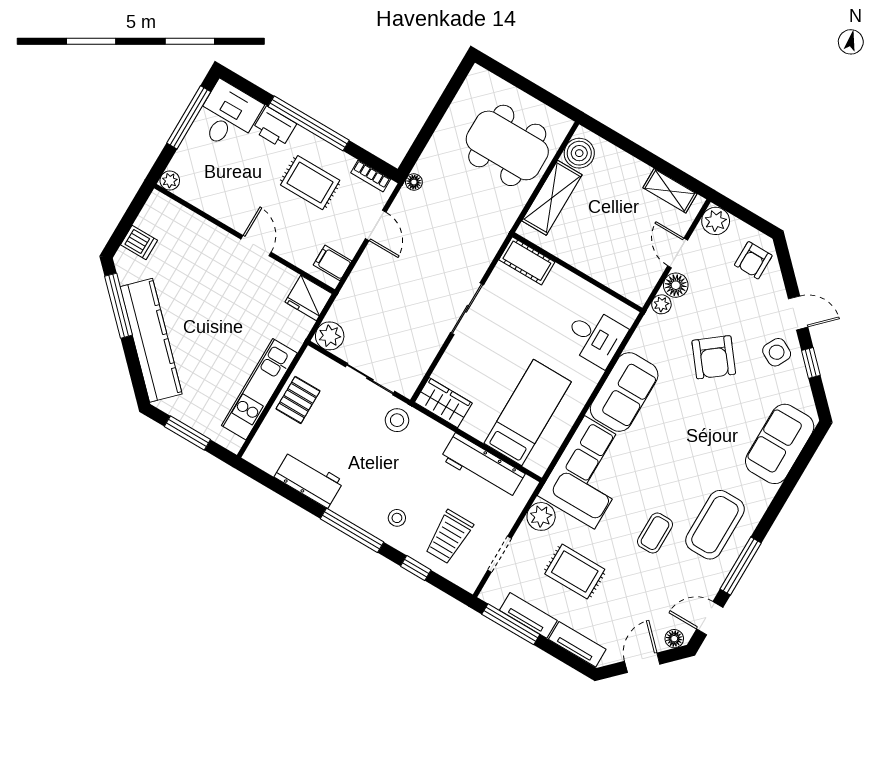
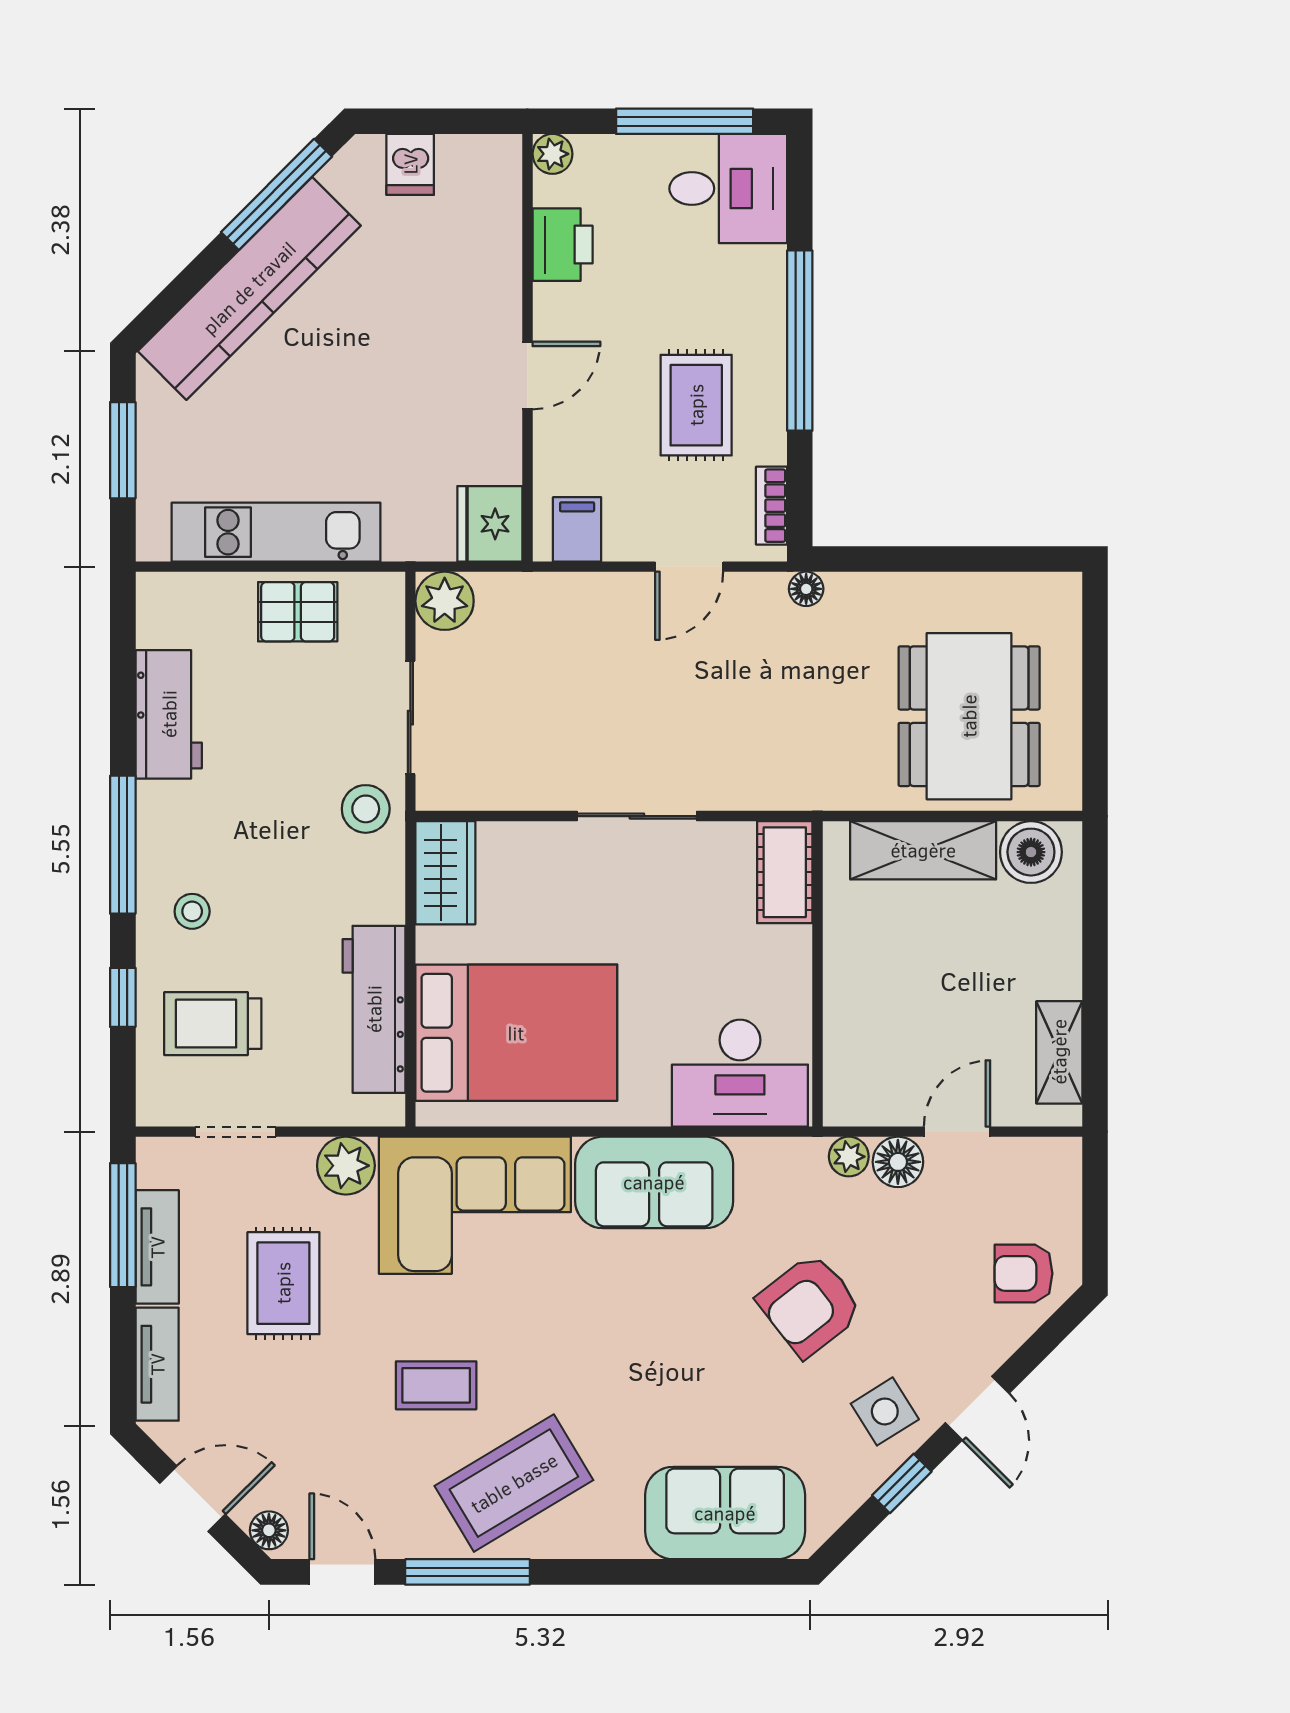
printer: (274, 127) -> (563, 245), moved, turned 180
plant: (716, 221) -> (1054, 1165), removed
desk: (595, 337) -> (740, 1073), width x1.37
side table: (777, 352) -> (885, 1411), turned 30
bed: (528, 413) -> (516, 1033), width x1.50
coffee table: (715, 525) -> (514, 1483), turned -31

